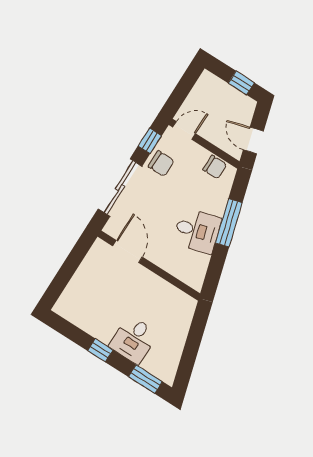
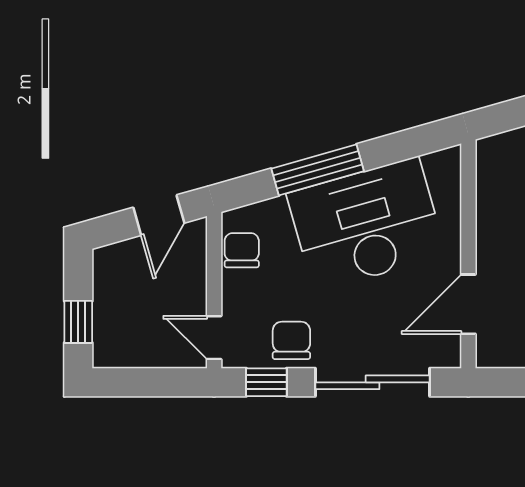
window: (241, 83) -> (78, 322), moved
desk: (197, 231) -> (366, 224), width x1.87, depth x1.30

